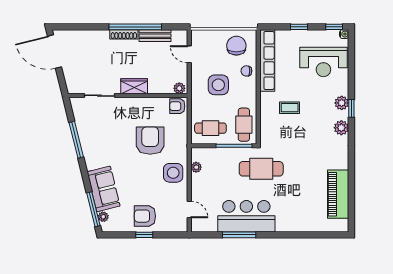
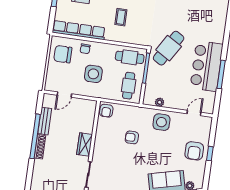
plant: (179, 88) -> (92, 107), removed
armchair: (150, 141) -> (132, 137), width x0.53, depth x0.53
cafe table: (261, 169) -> (169, 48), turned 31

